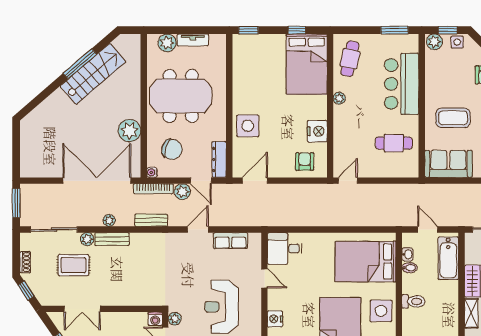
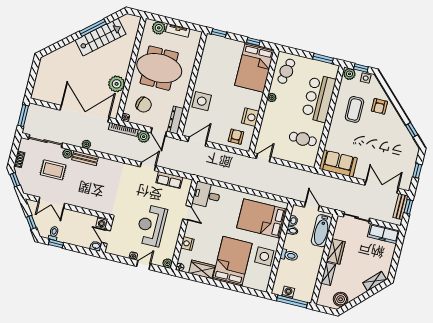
coffee table: (453, 118) -> (354, 109), moved, turned 90
bench: (151, 220) -> (116, 151), removed
plant: (175, 319) -> (116, 226), removed

